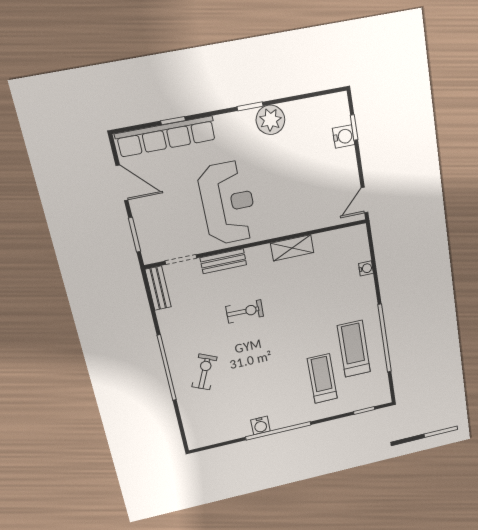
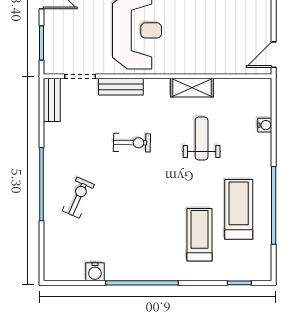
weight bench: (309, 293) -> (202, 138), added
water cooler: (260, 425) -> (95, 272), moved

